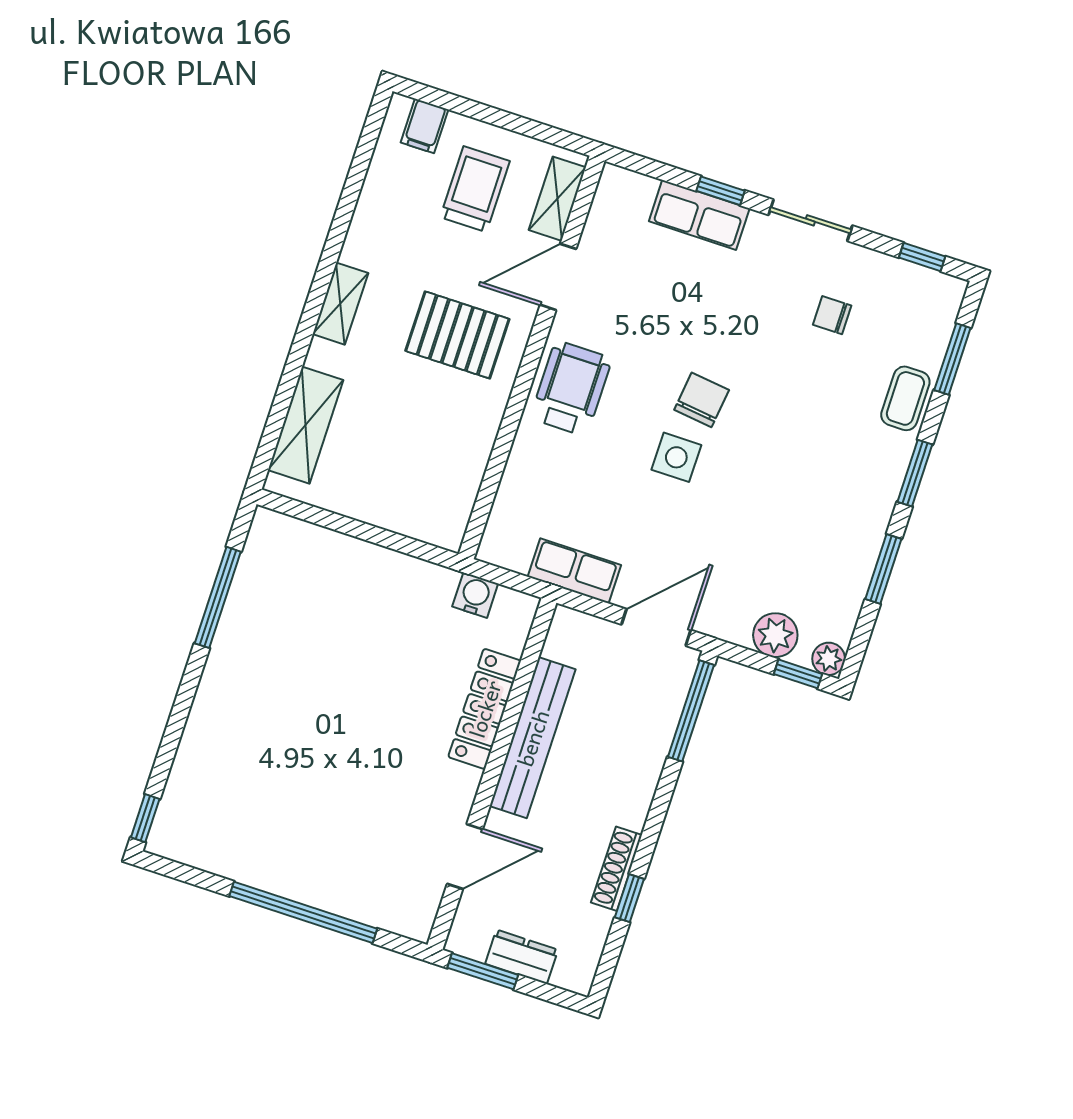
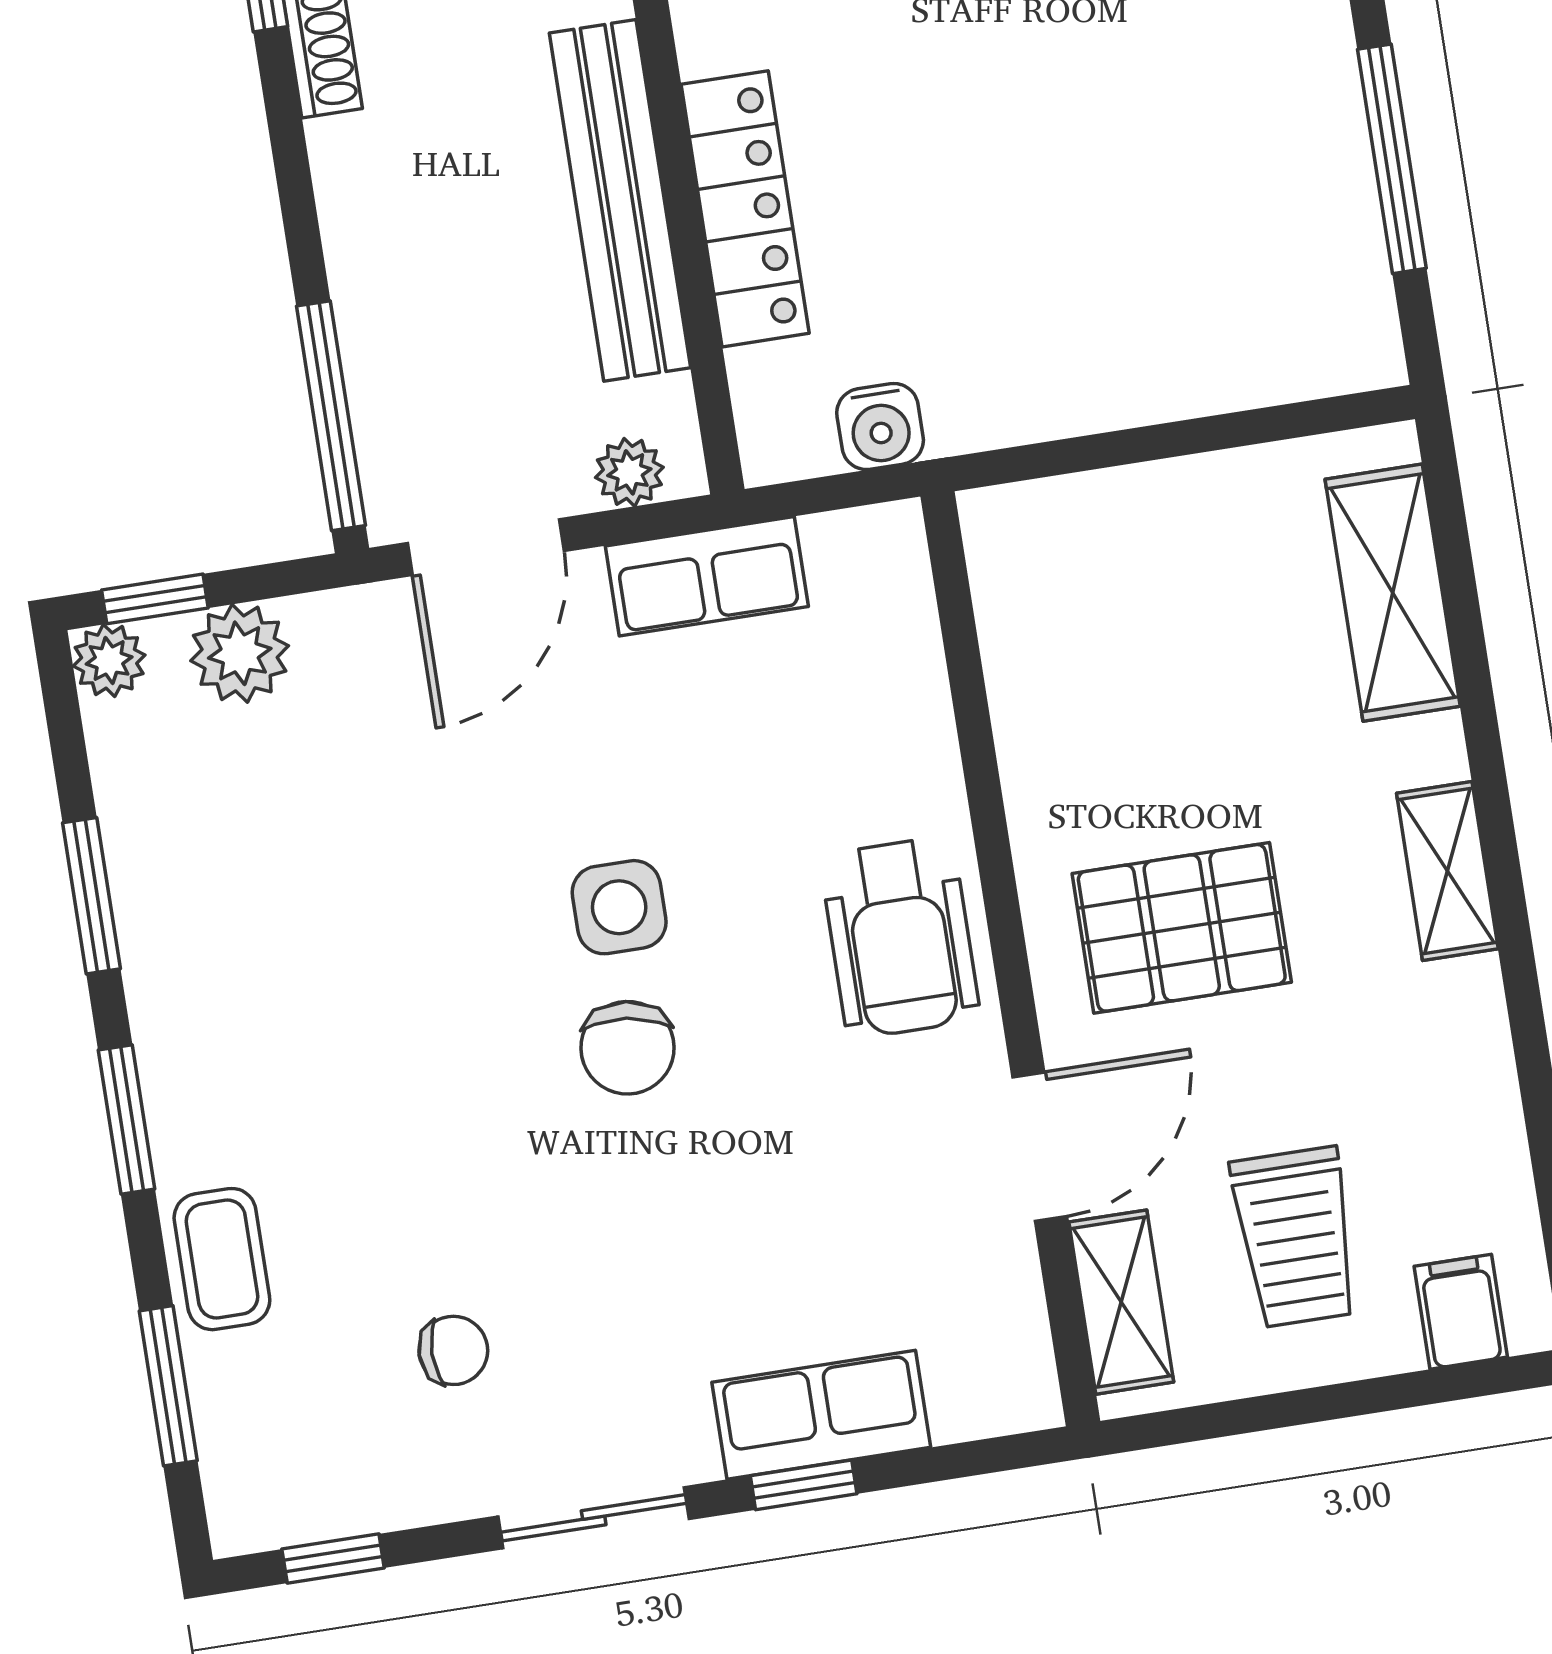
plant: (584, 628) -> (629, 472), added

